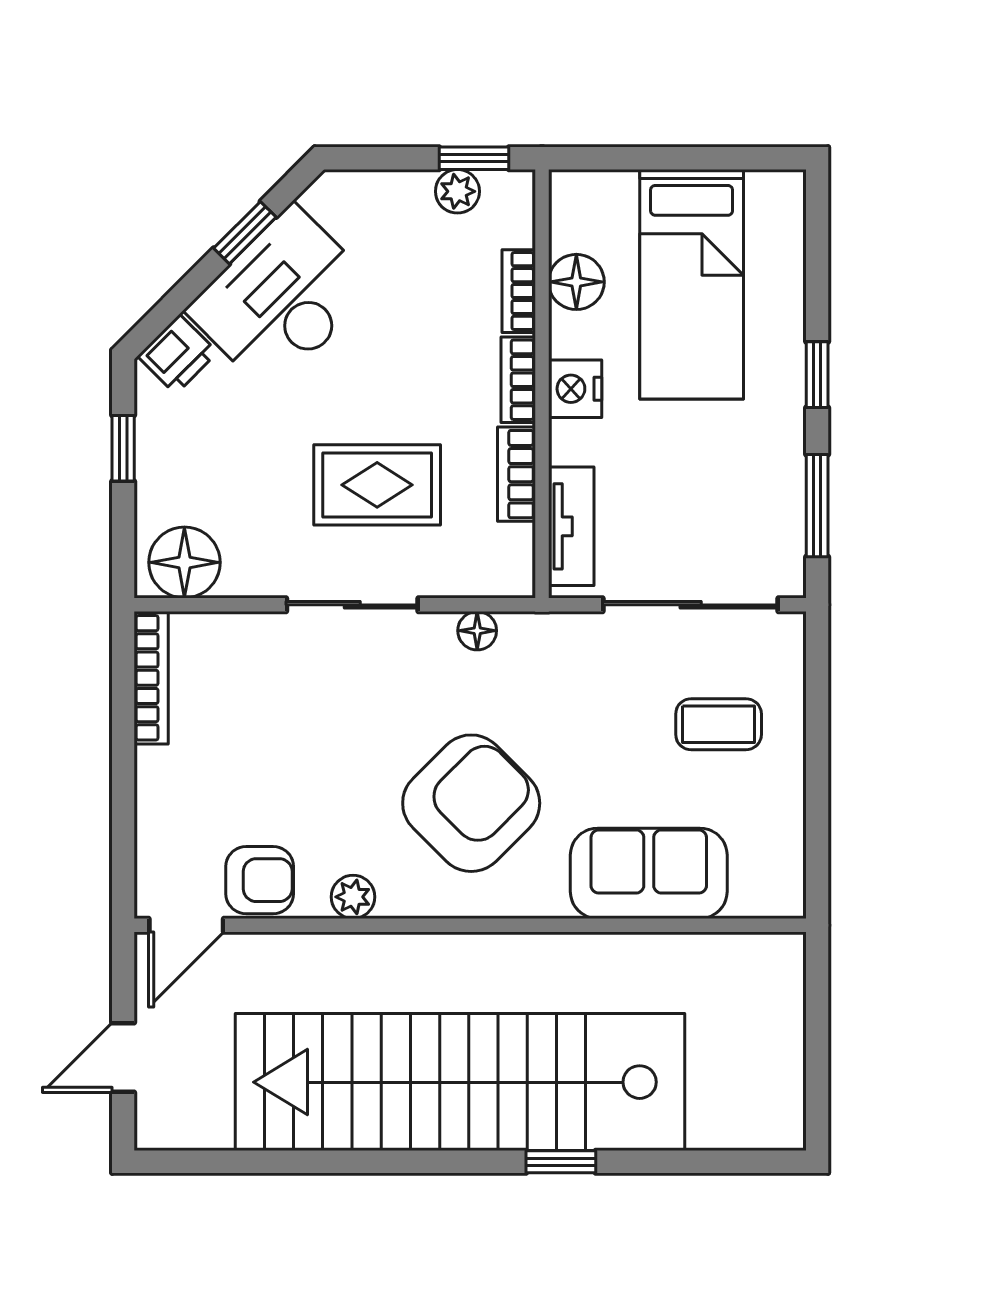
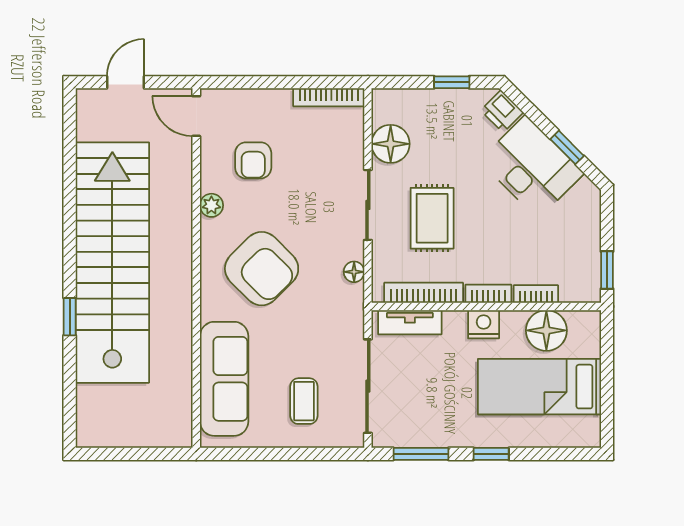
plant: (457, 191) -> (589, 261), removed
floor lamp: (576, 282) -> (546, 330), width x1.38, depth x1.38
bookcase: (516, 474) -> (424, 293), width x1.56
floor lamp: (184, 562) -> (391, 144), moved
sofa: (649, 873) -> (224, 379), width x1.36
armchair: (260, 880) -> (253, 160), moved
door: (123, 1057) -> (125, 82), hinge flipped

